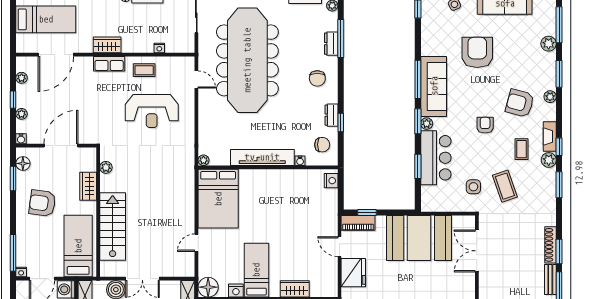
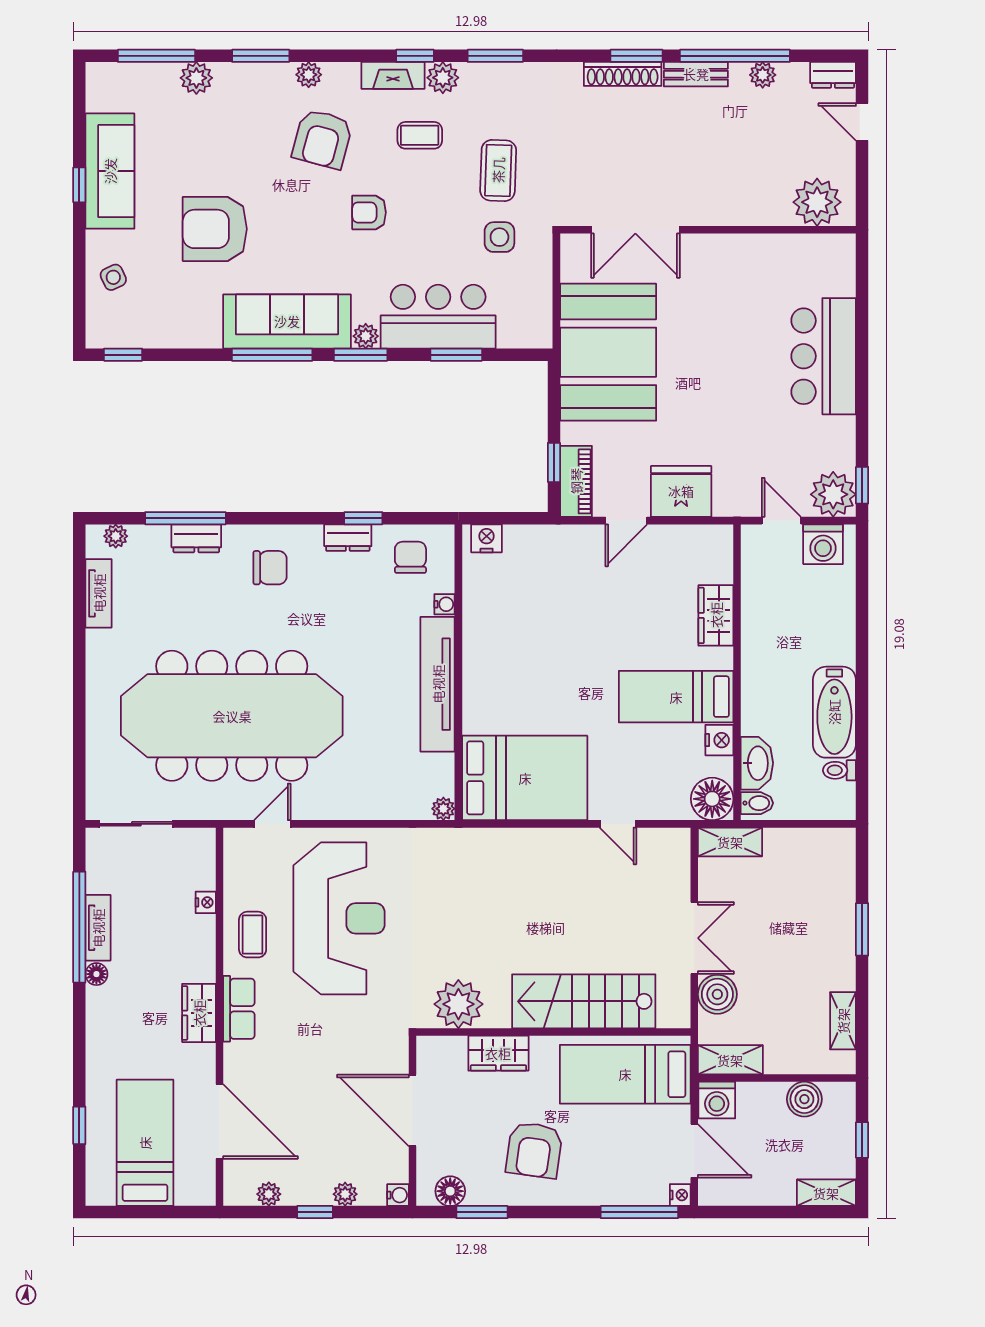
reception desk: (152, 111) -> (339, 918), width x1.36, depth x1.30
plant: (106, 167) -> (458, 1004), width x1.88, depth x1.88
coffee table: (505, 186) -> (498, 170), turned -69

